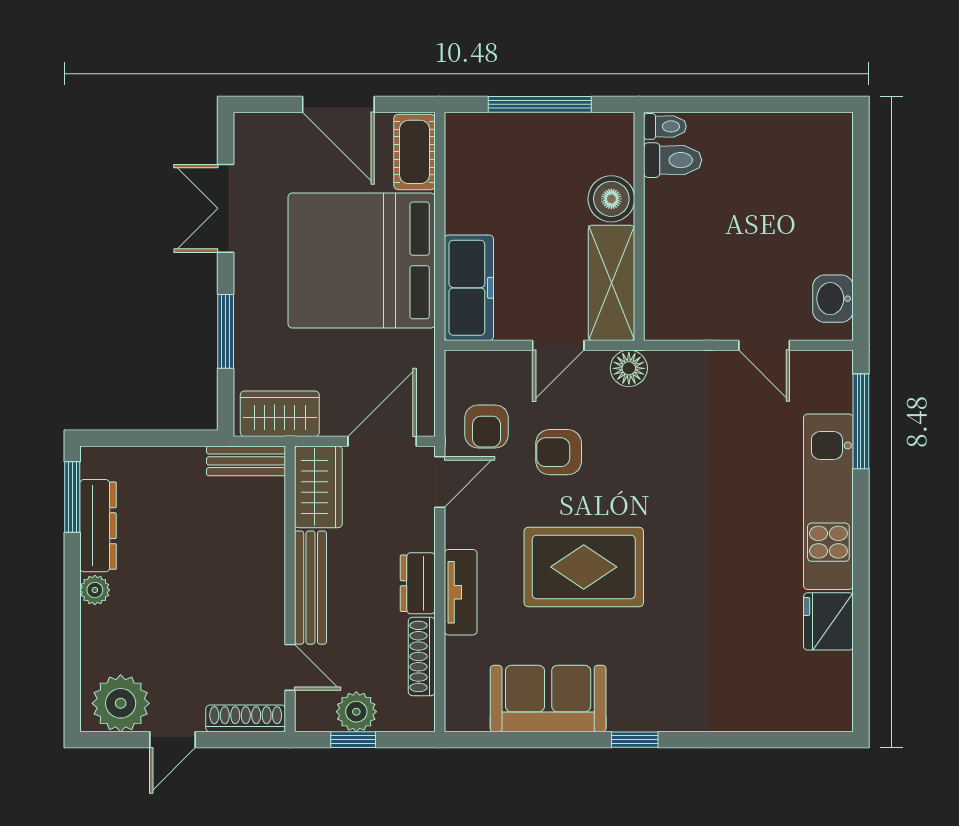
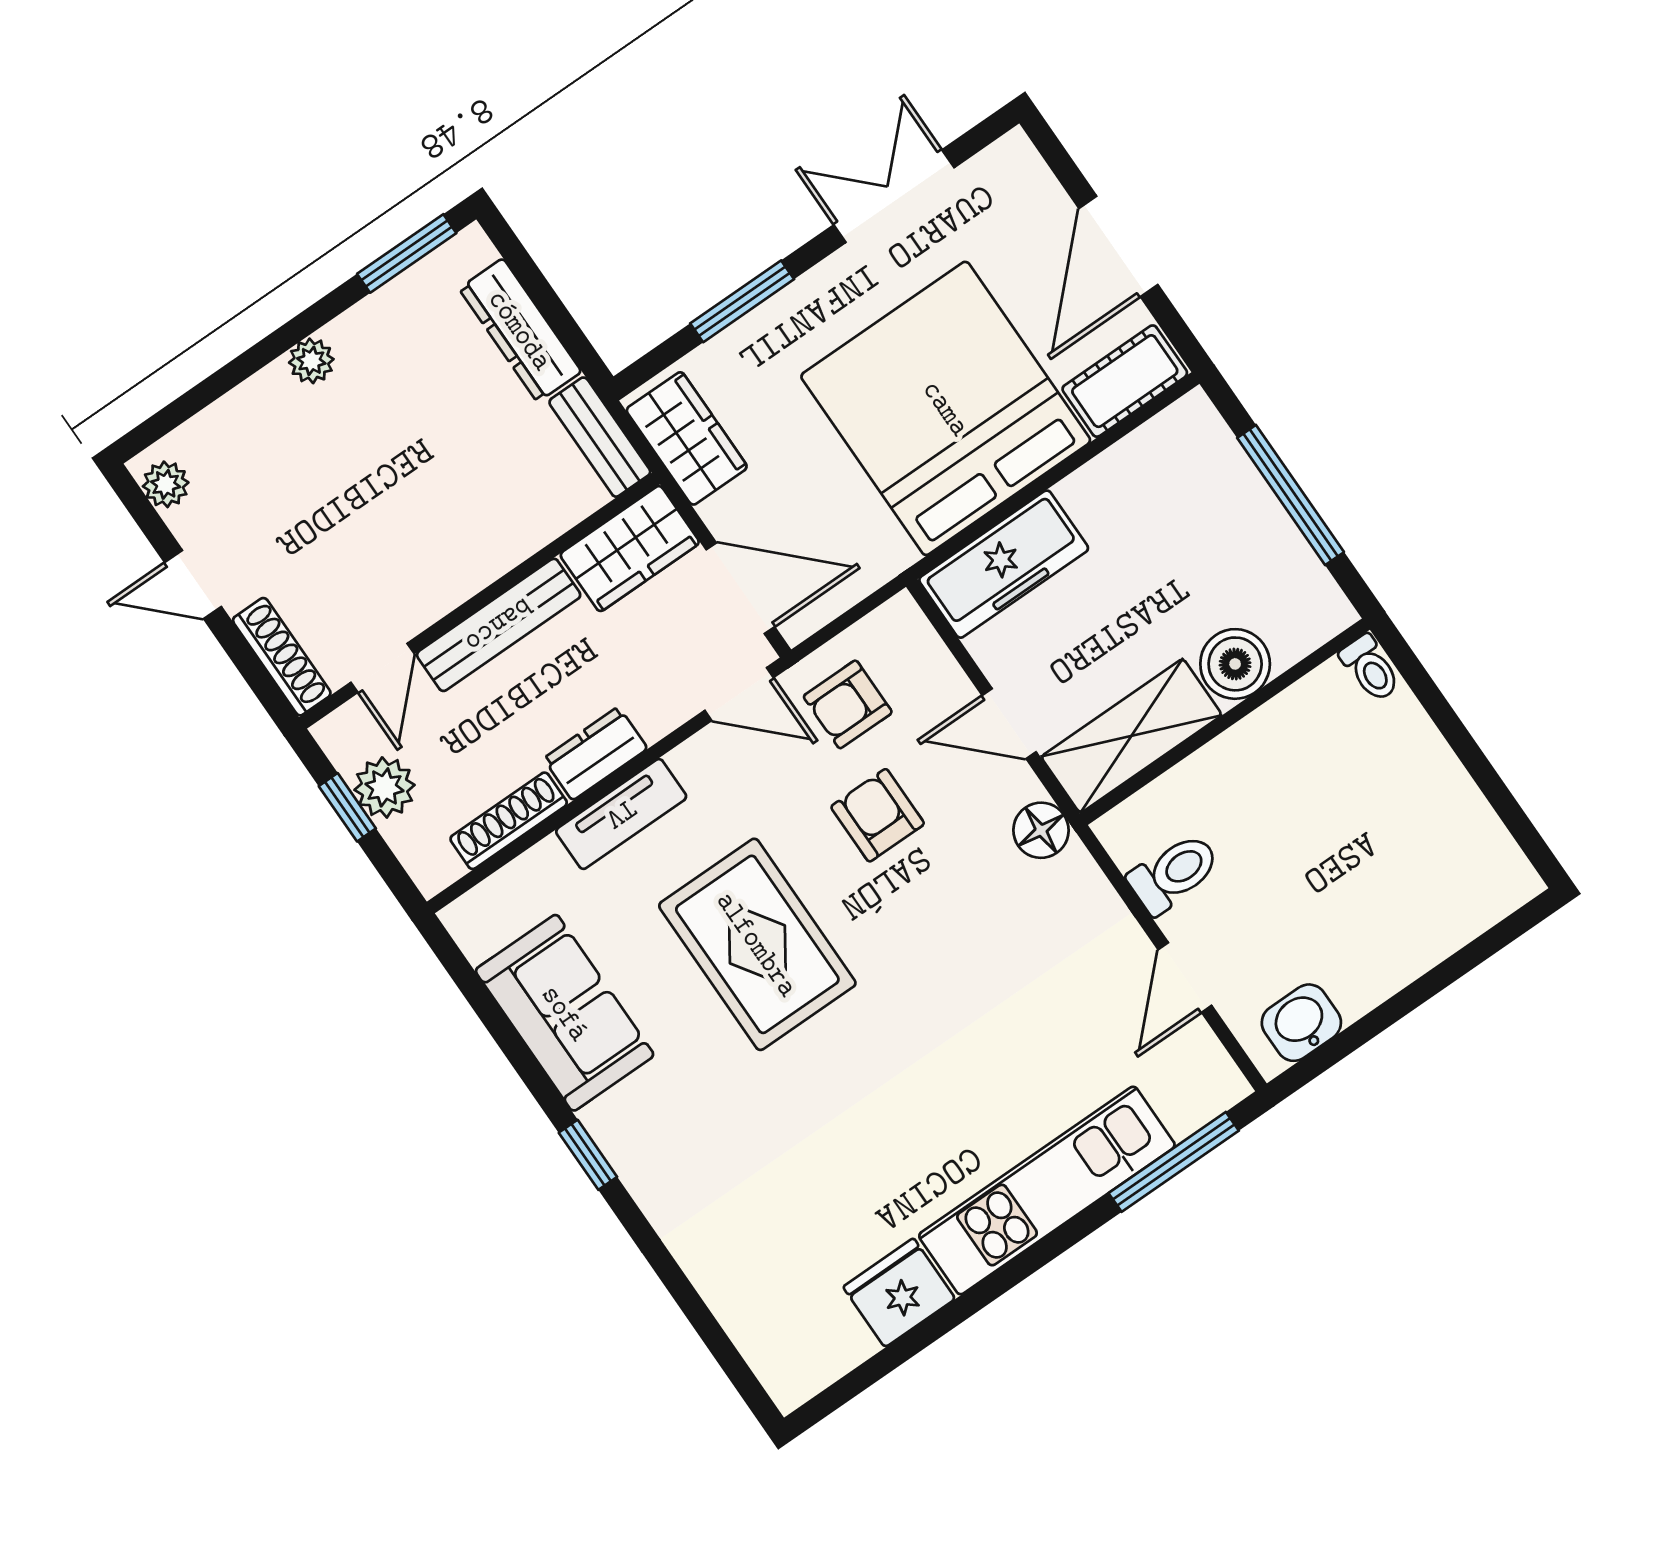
toilet: (673, 160) -> (1174, 873), moved, turned -90
dresser: (98, 526) -> (520, 330), moved, turned 90
plant: (121, 703) -> (166, 484), width x0.53, depth x0.53

